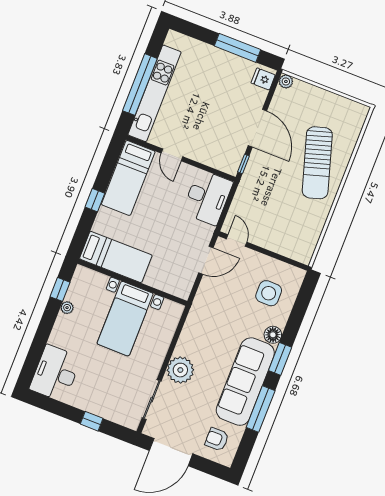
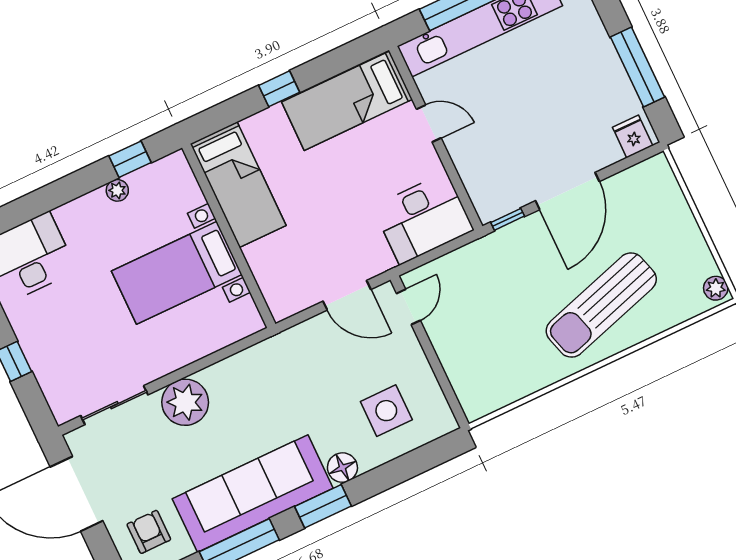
plant: (286, 81) -> (716, 288), moved
door: (172, 155) -> (429, 123), swing flipped

